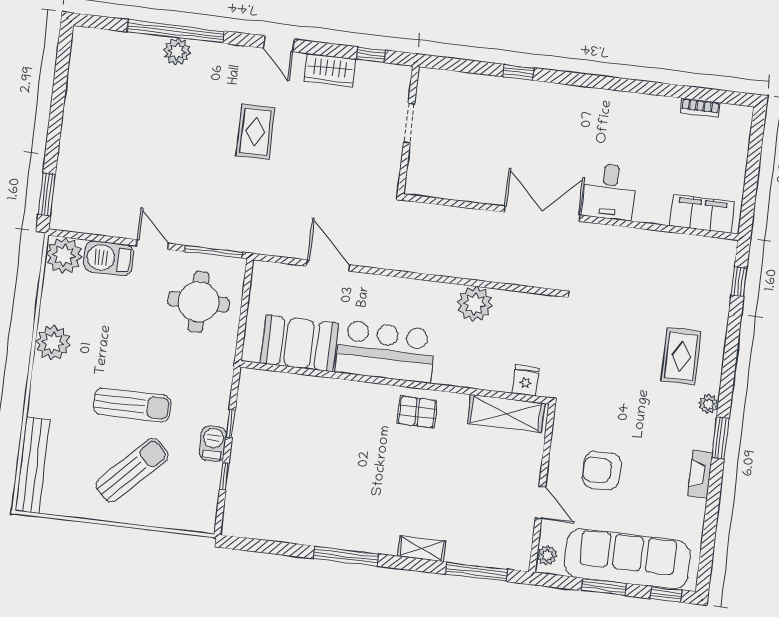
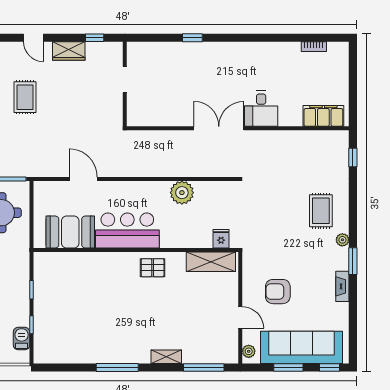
barbecue: (213, 444) -> (22, 339), moved

